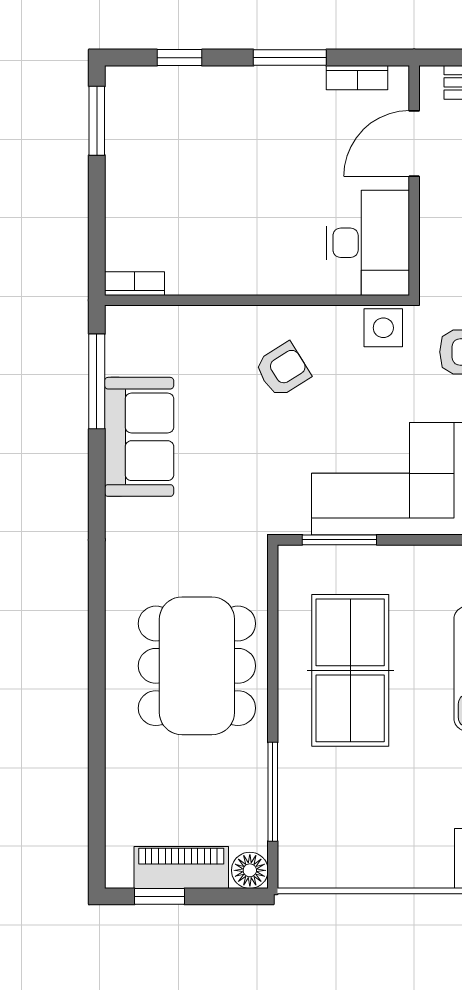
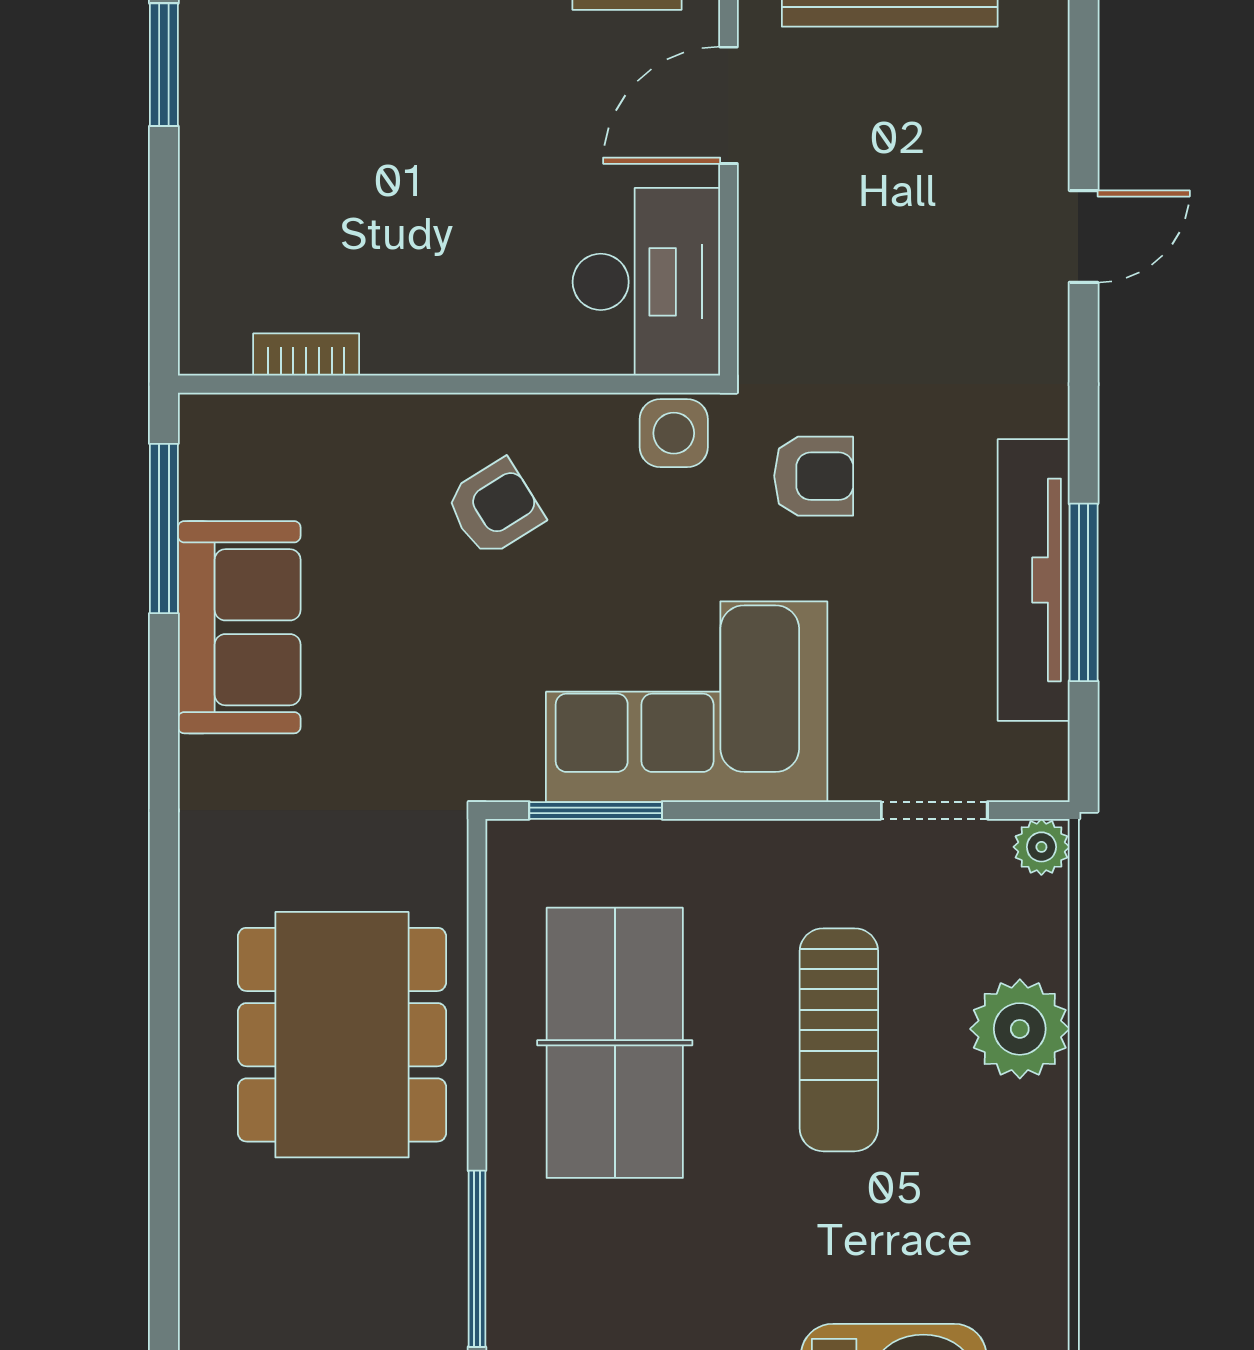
bookcase: (134, 284) -> (306, 355), moved

